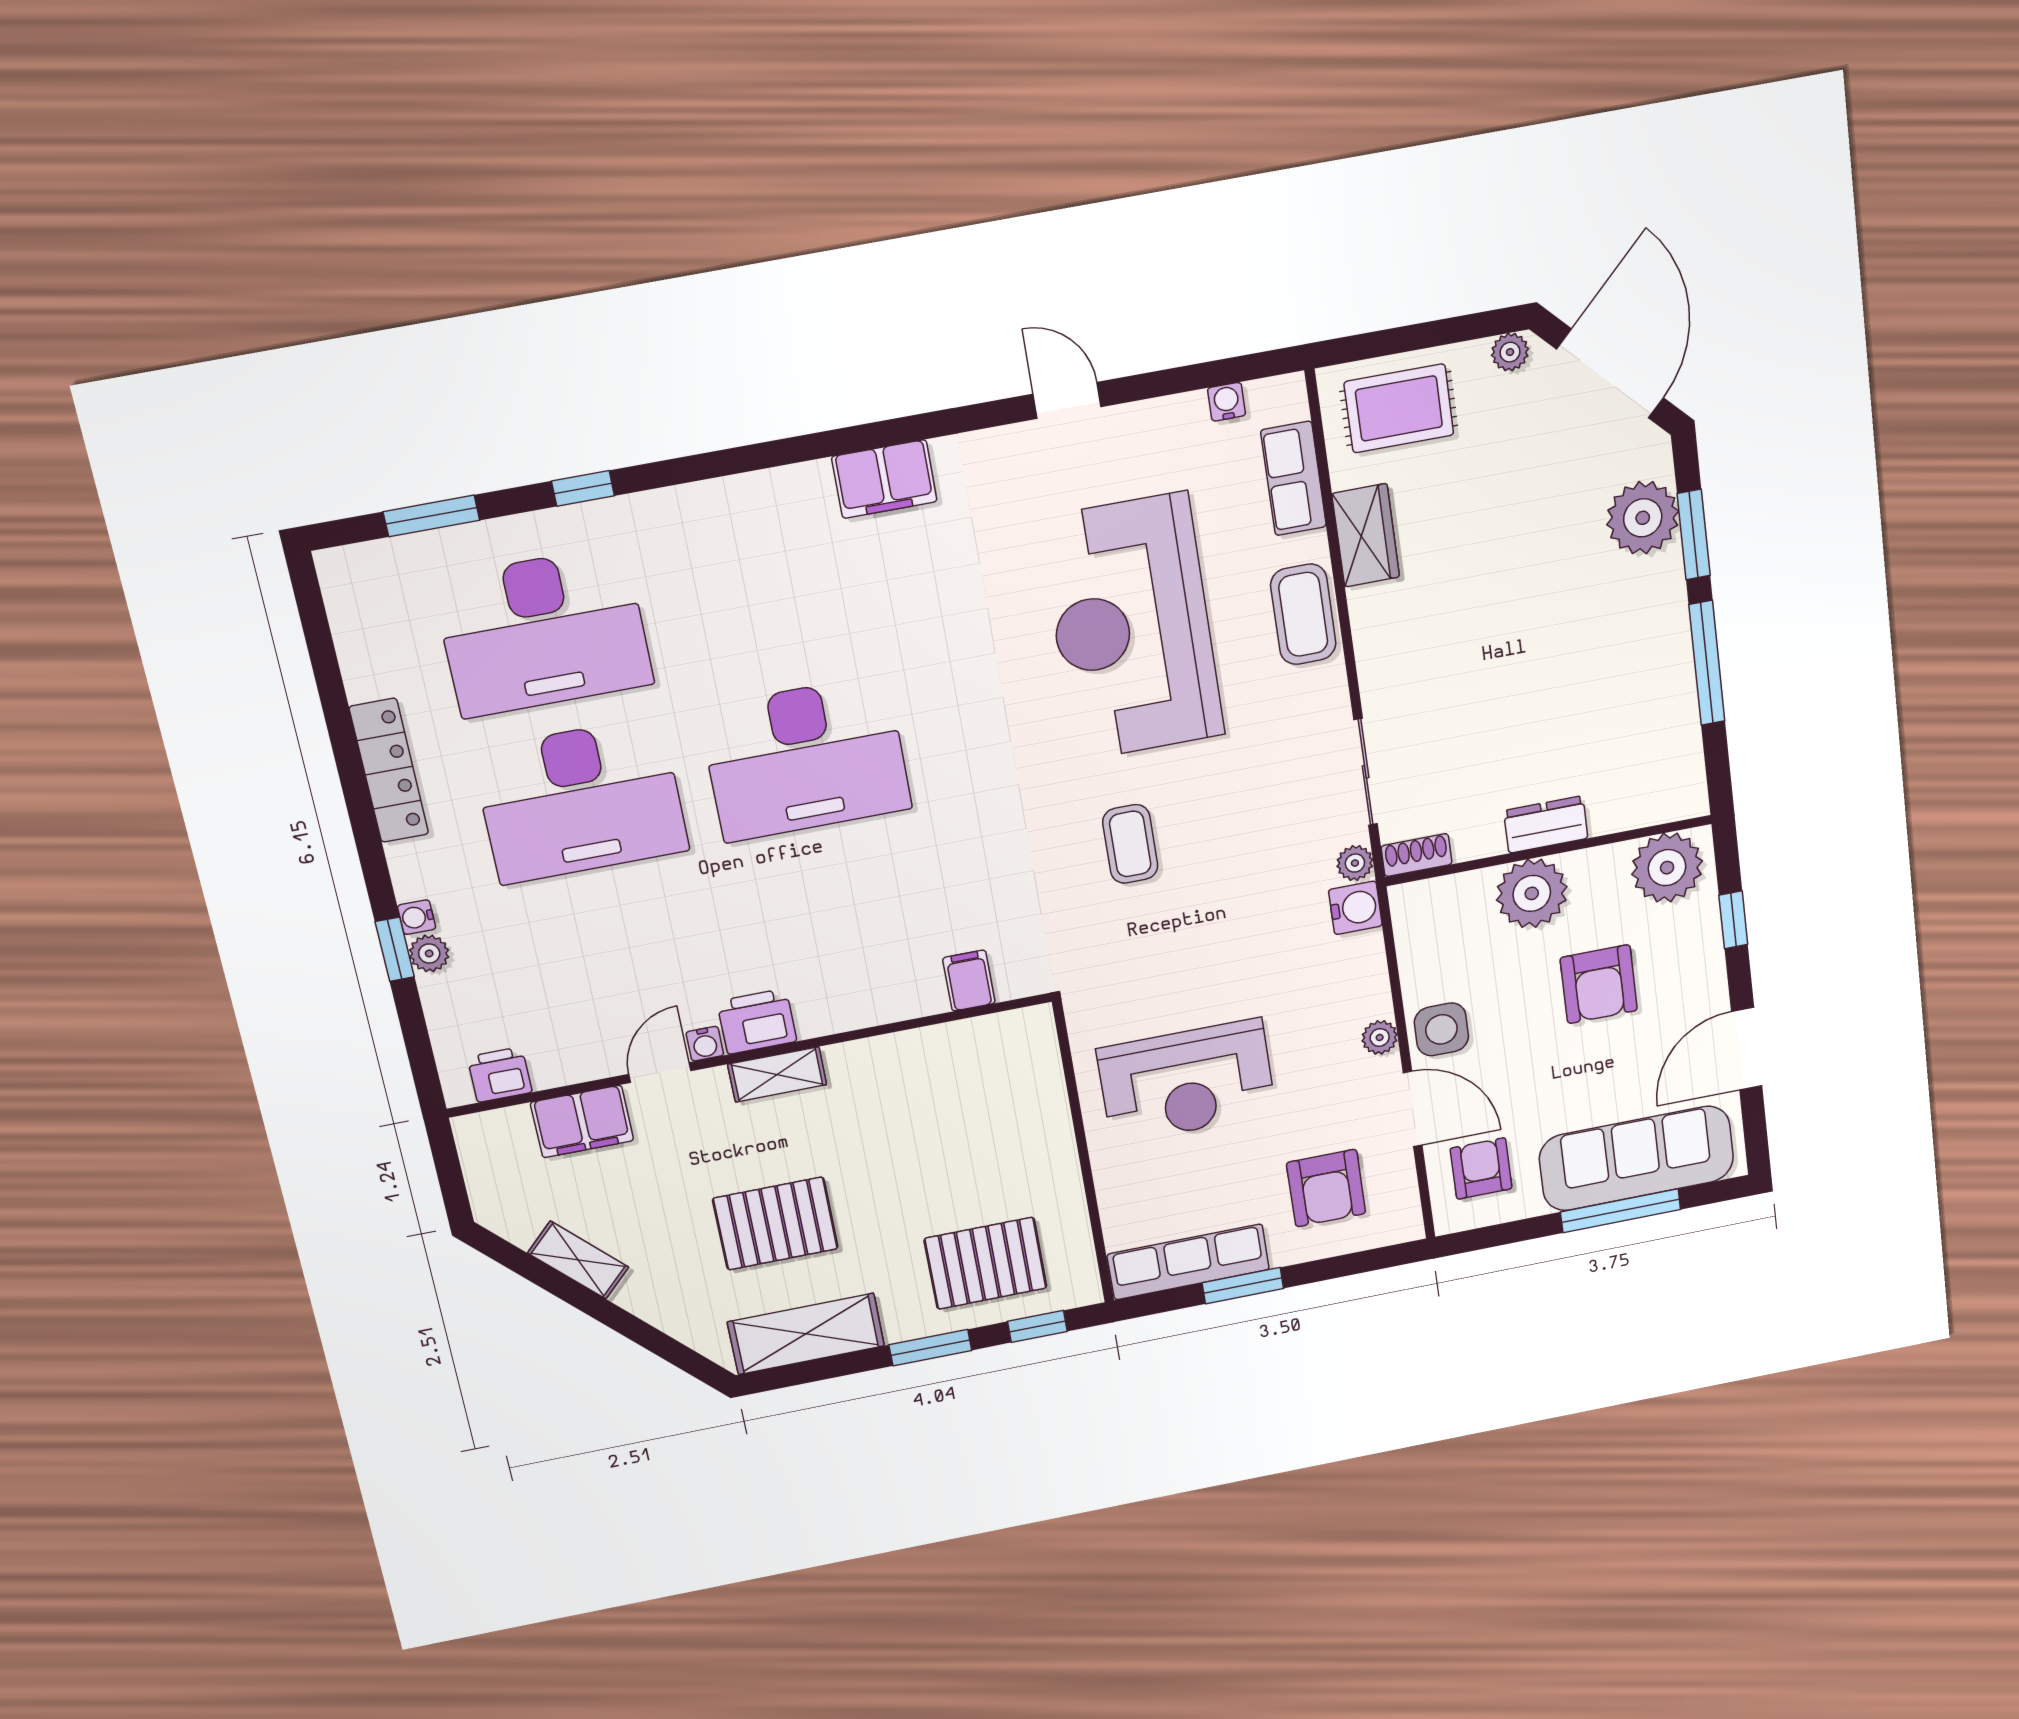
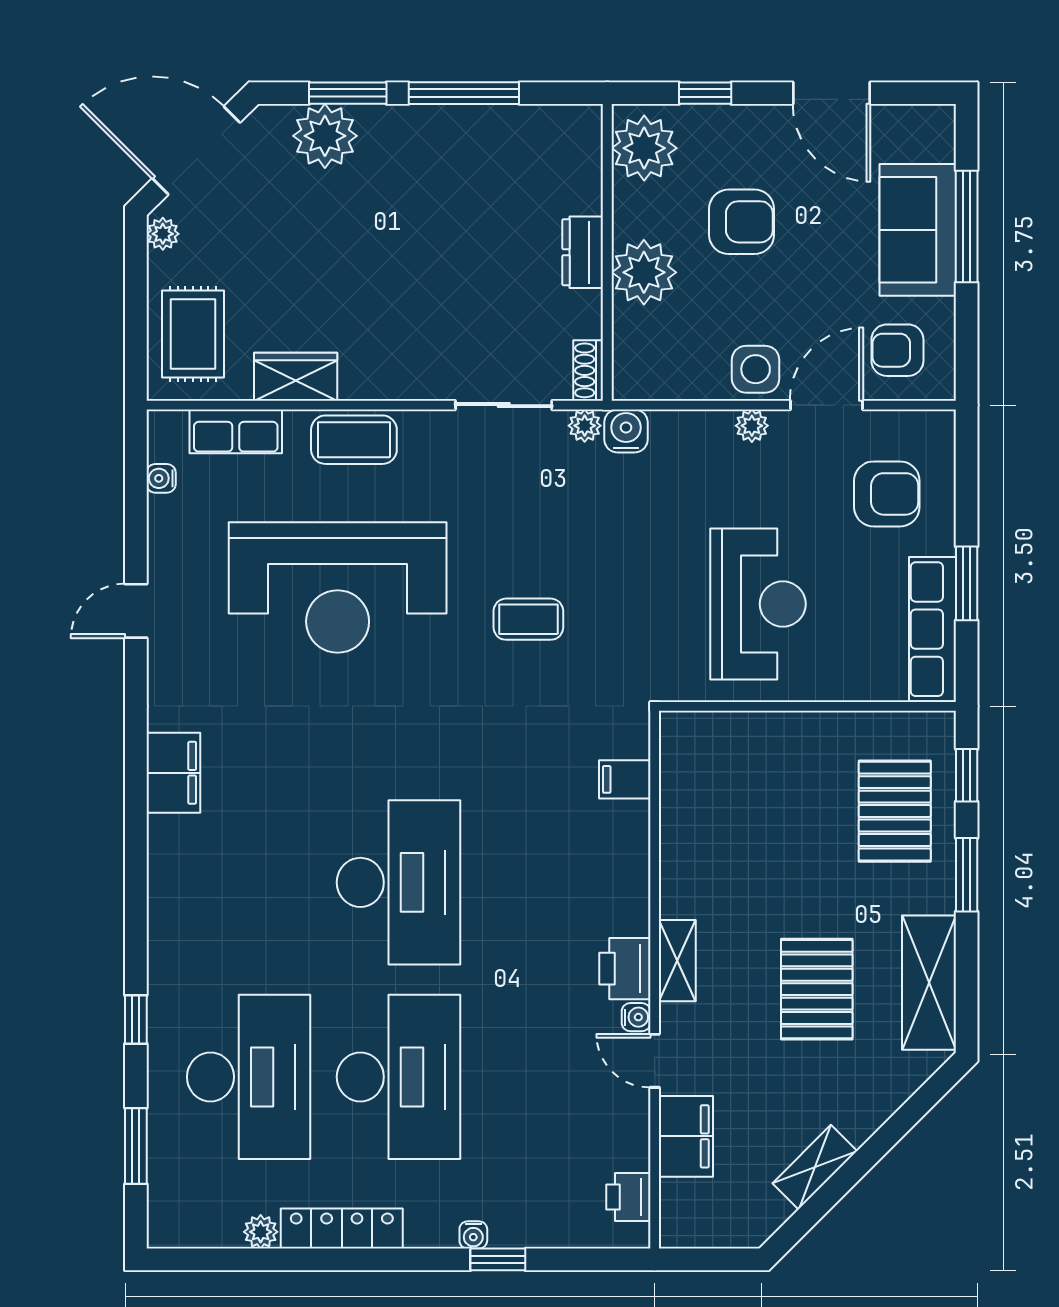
plant: (429, 953) -> (261, 1232), moved
sofa: (1636, 1158) -> (918, 230), width x0.73

